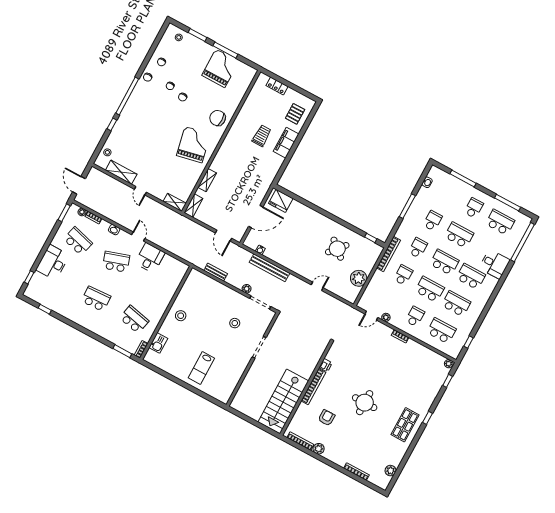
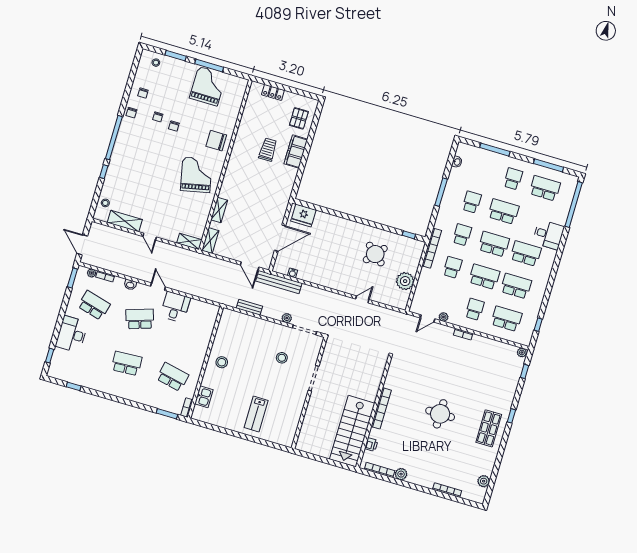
bench: (270, 268) -> (279, 282), moved
printer: (326, 365) -> (371, 444), moved
armchair: (327, 418) -> (403, 439), removed

